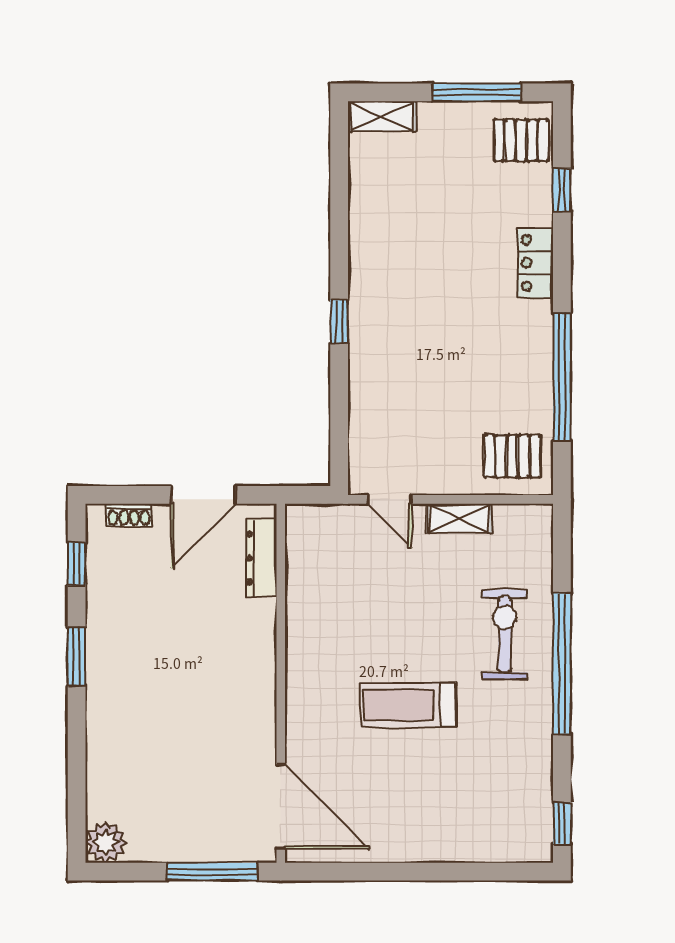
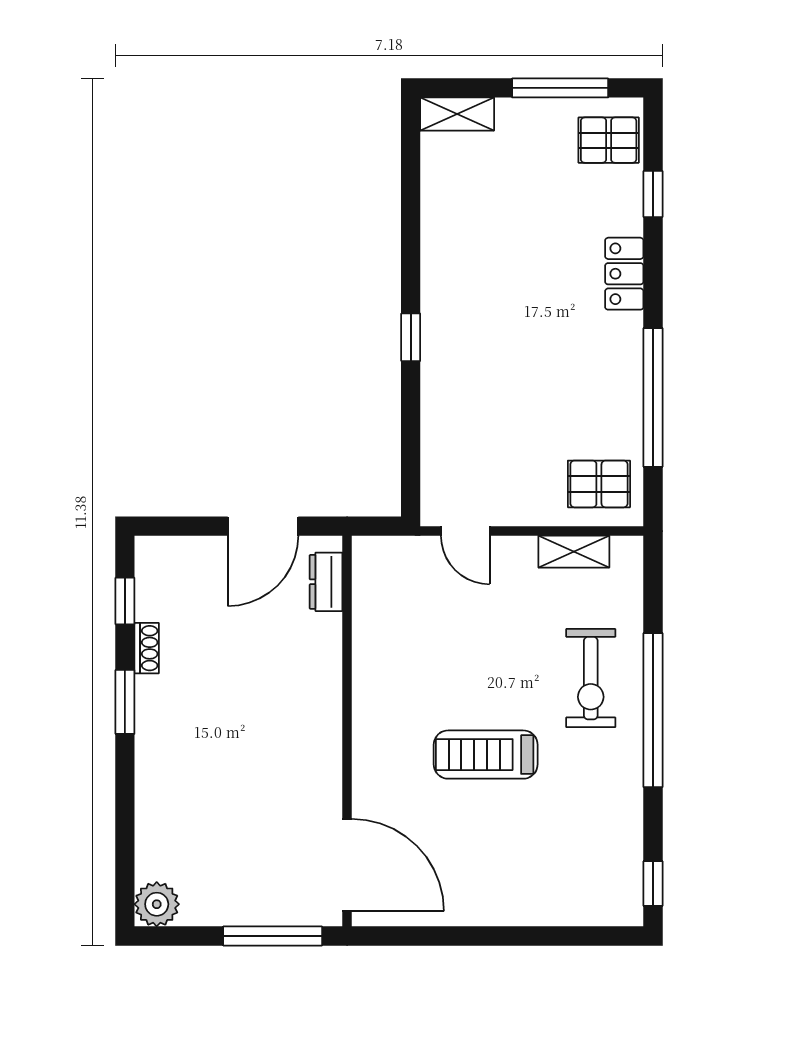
shoe rack: (129, 515) -> (147, 648), moved, turned -90
shelving: (459, 518) -> (574, 552), moved
dresser: (261, 558) -> (326, 582), width x0.70
exercise bike: (505, 635) -> (591, 678), turned 180

